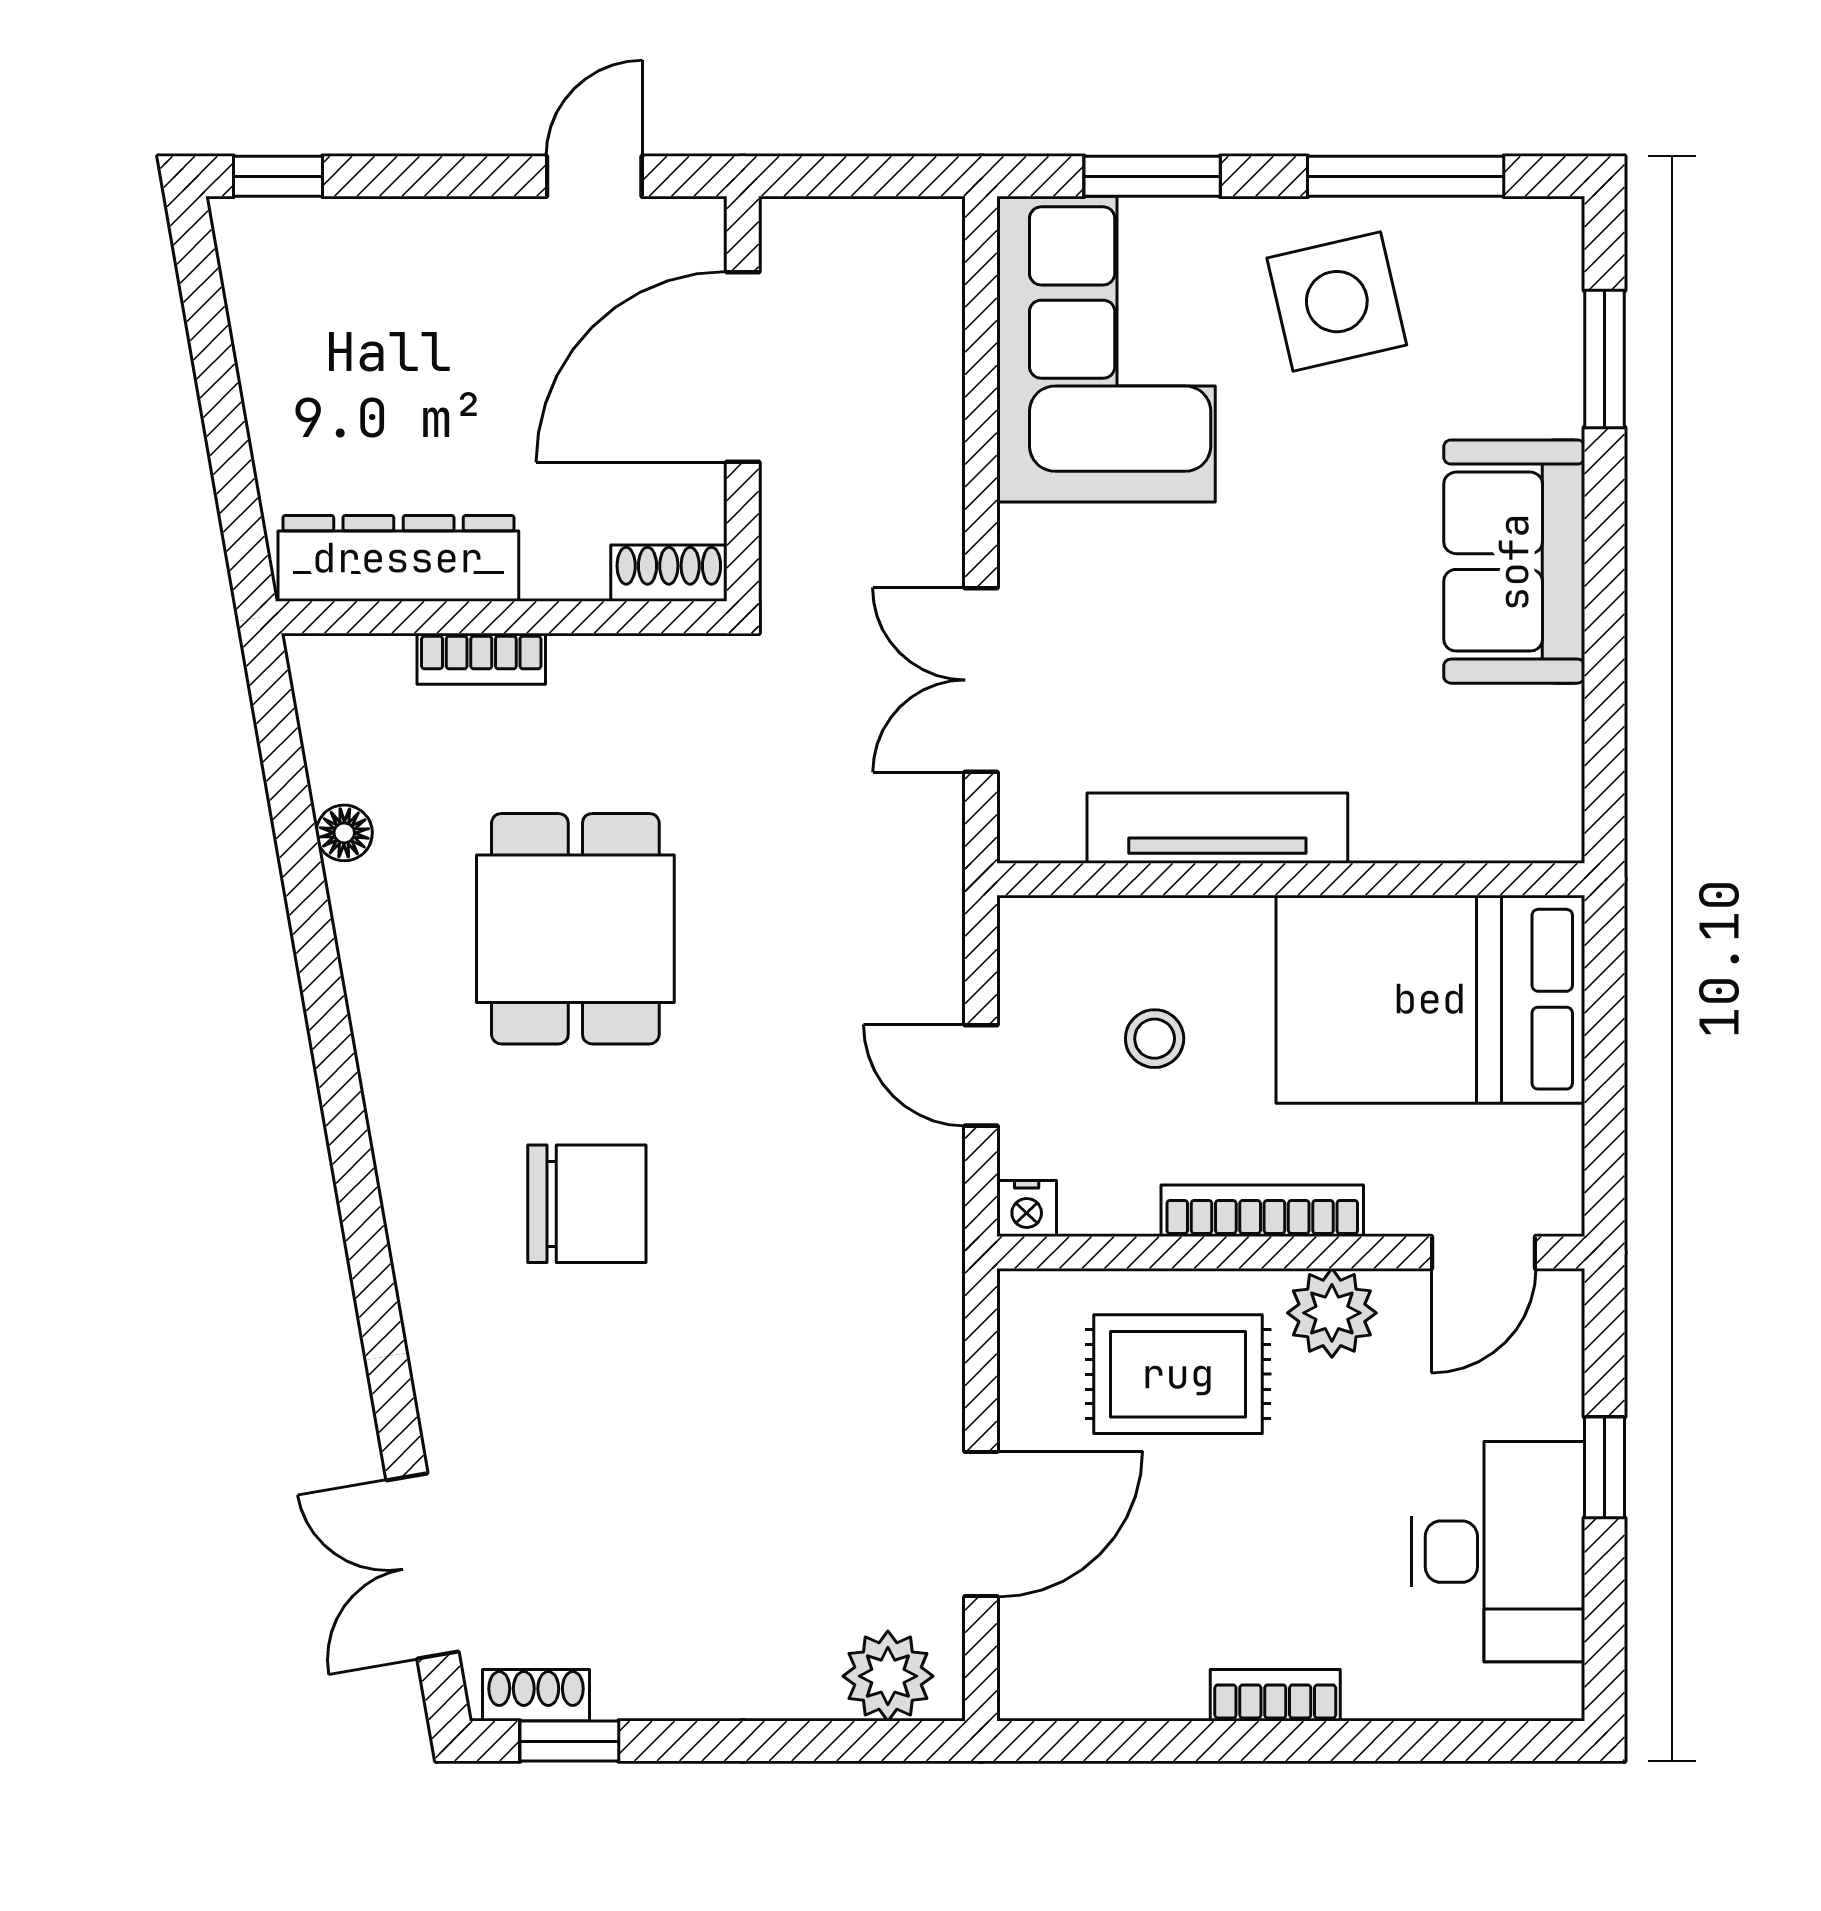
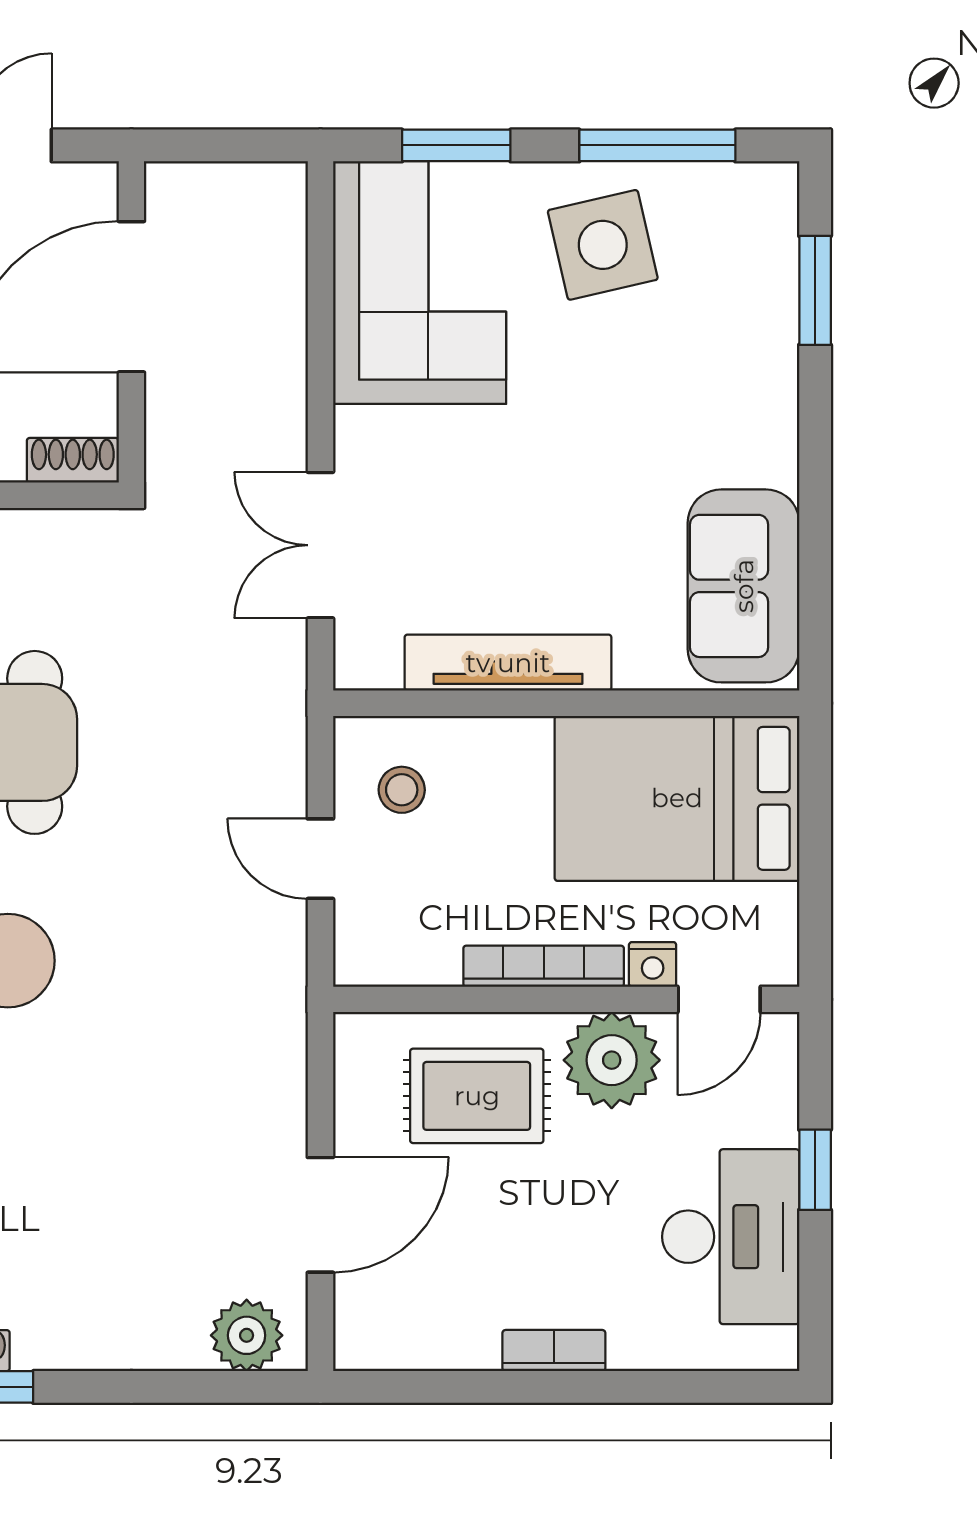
sofa: (1514, 562) -> (744, 586), moved
stool: (1155, 1039) -> (402, 790), moved
nightstand: (1027, 1209) -> (653, 964), moved
plant: (1332, 1313) -> (612, 1060), width x1.36, depth x1.36

